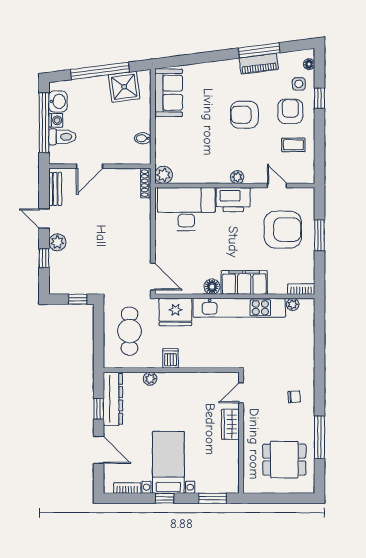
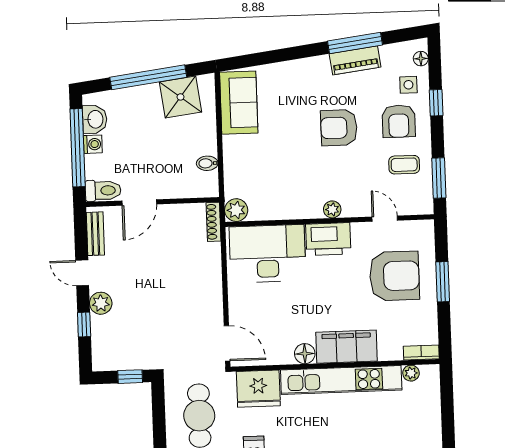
armchair: (290, 111) -> (399, 121), turned 180
toilet: (62, 137) -> (103, 191), moved
window: (319, 156) -> (439, 178), added

